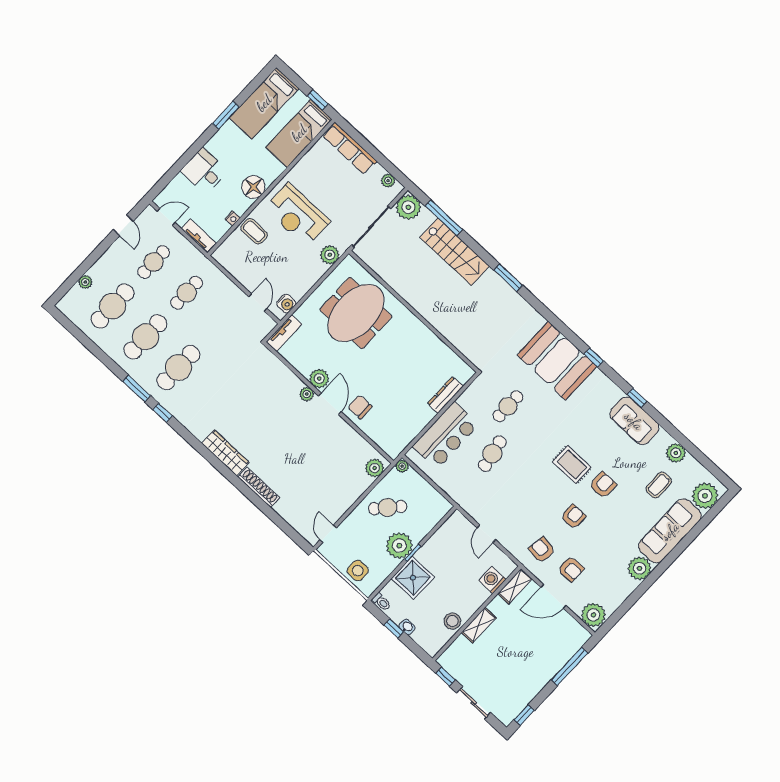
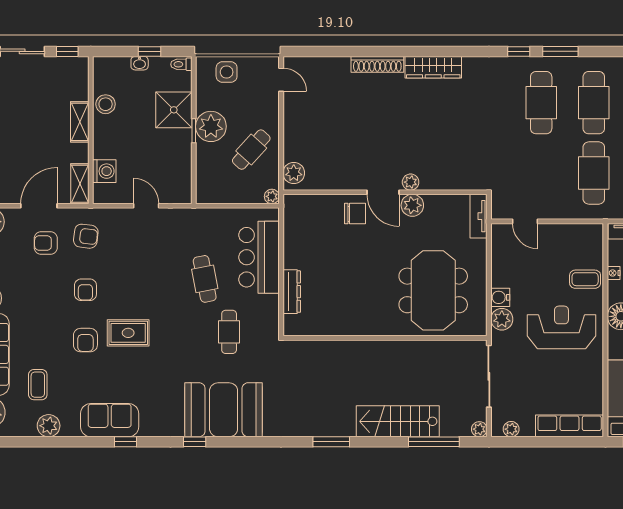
plant: (408, 207) -> (479, 429), width x0.53, depth x0.53
cafe table: (187, 293) -> (594, 173), width x1.37, depth x1.35
water cooler: (286, 303) -> (500, 297), moved

